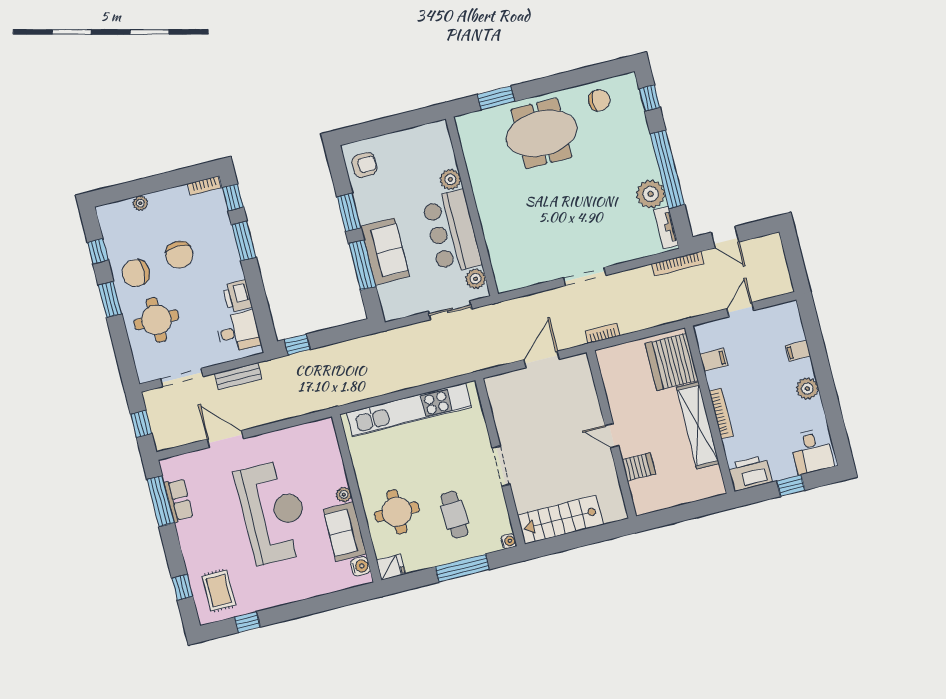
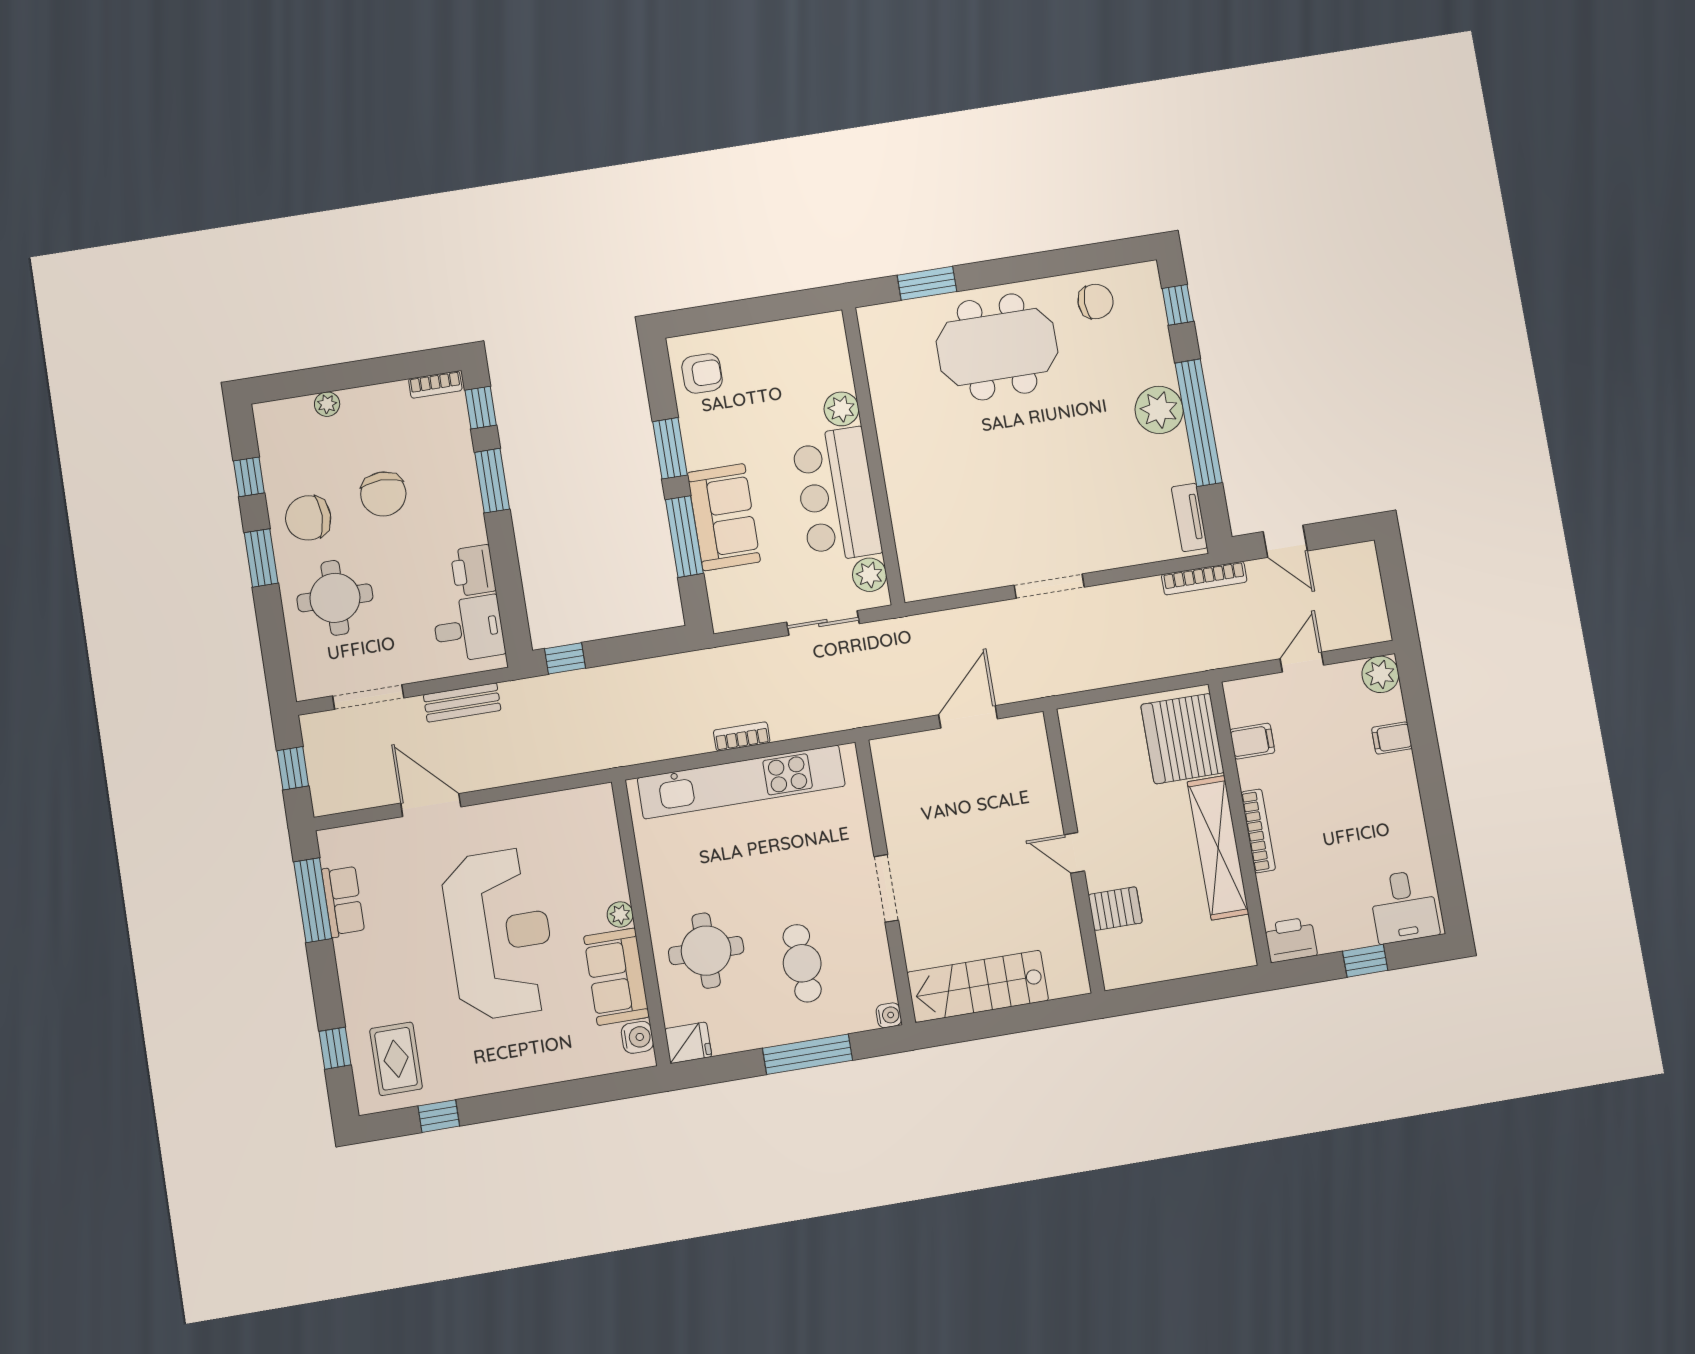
plant: (651, 194) -> (1159, 410), moved
bookcase: (603, 333) -> (742, 736), moved
plant: (807, 389) -> (1380, 674), moved
printer: (750, 473) -> (1291, 940), width x0.73, depth x0.84

